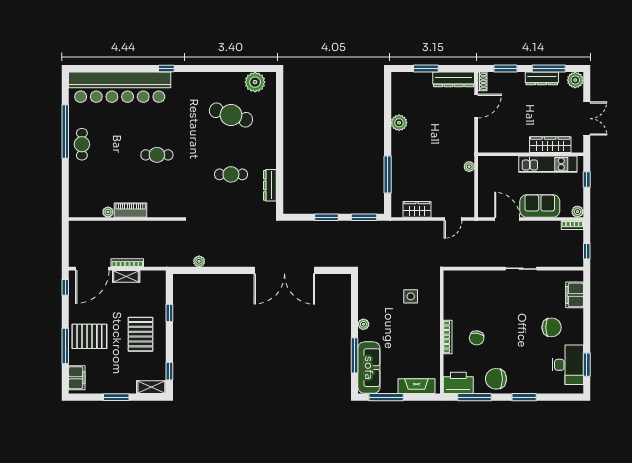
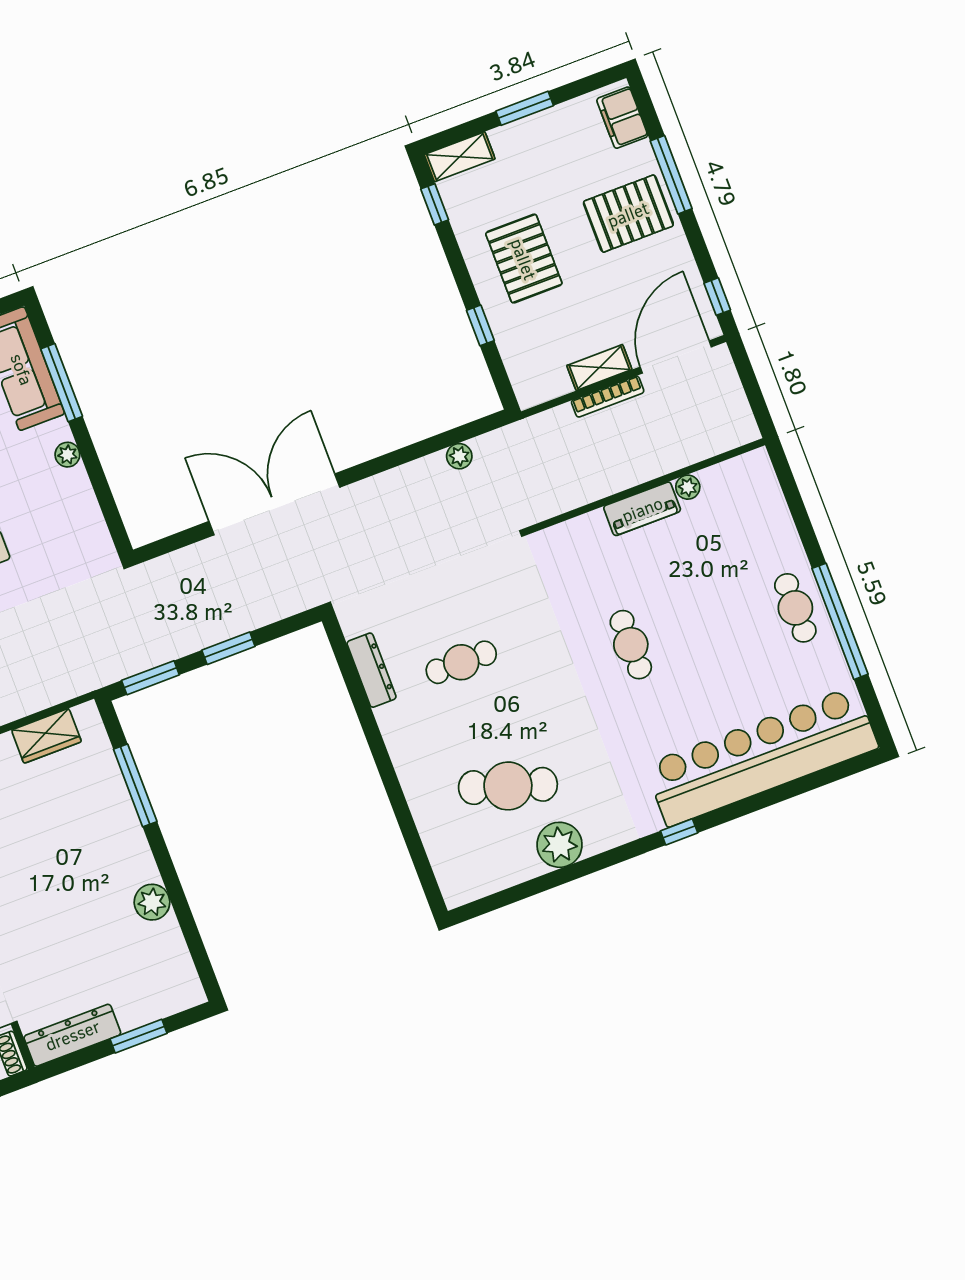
plant: (255, 82) -> (559, 845), moved
cafe table: (157, 155) -> (631, 645), turned 90

